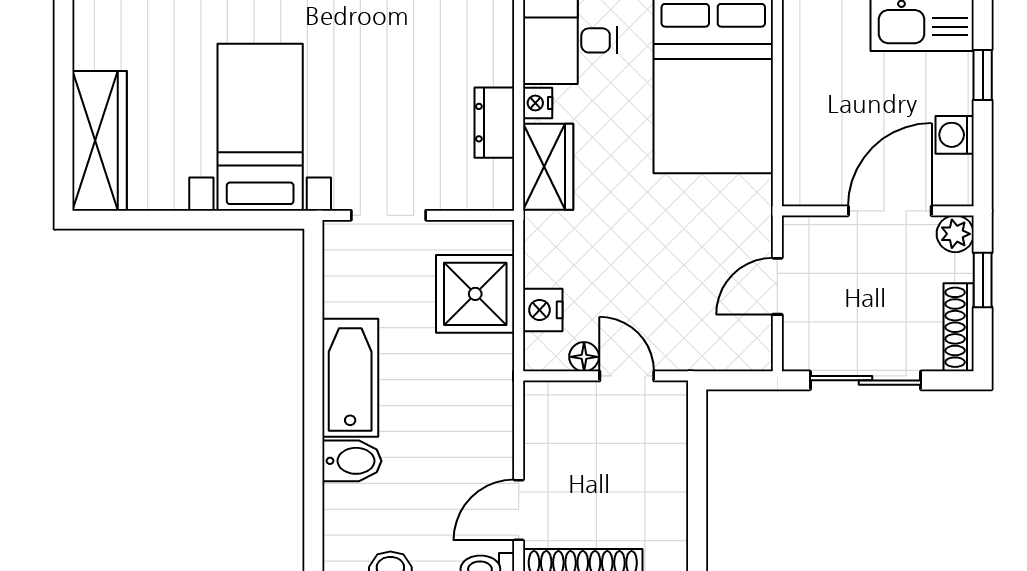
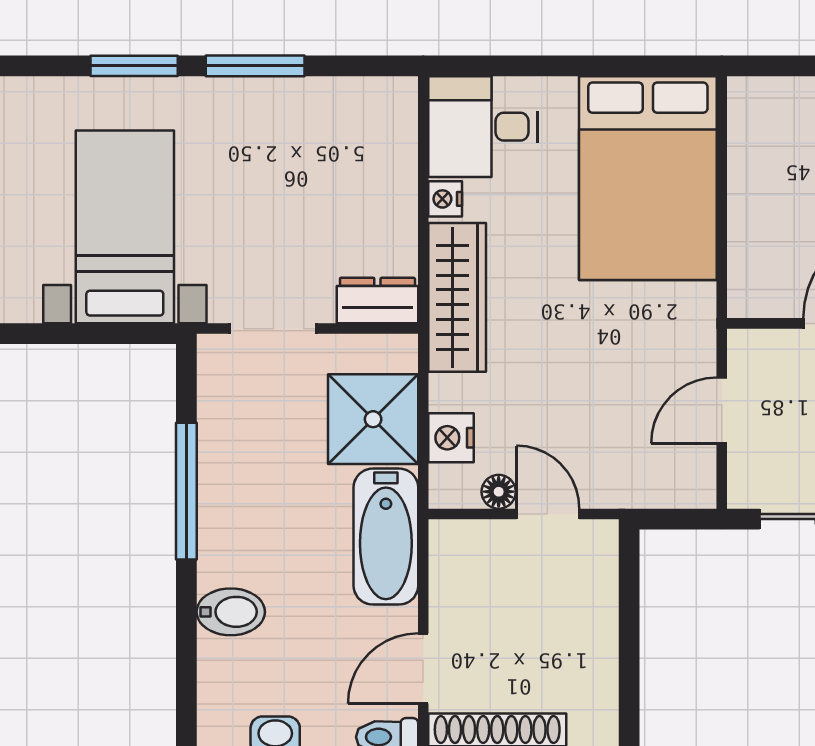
dresser: (494, 123) -> (377, 301), moved, turned 90
wardrobe: (548, 167) -> (457, 297), width x1.50
window: (313, 356) -> (186, 491), added
bathtub: (350, 378) -> (386, 537), moved, turned 180

